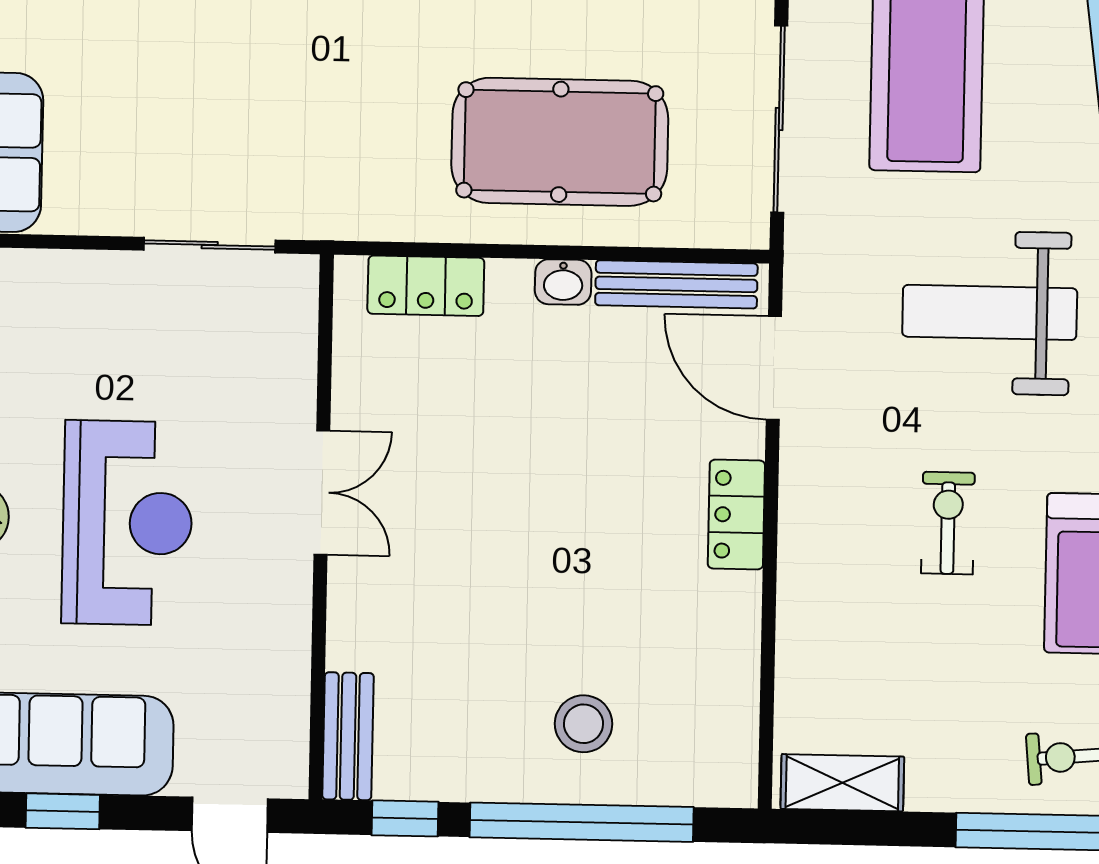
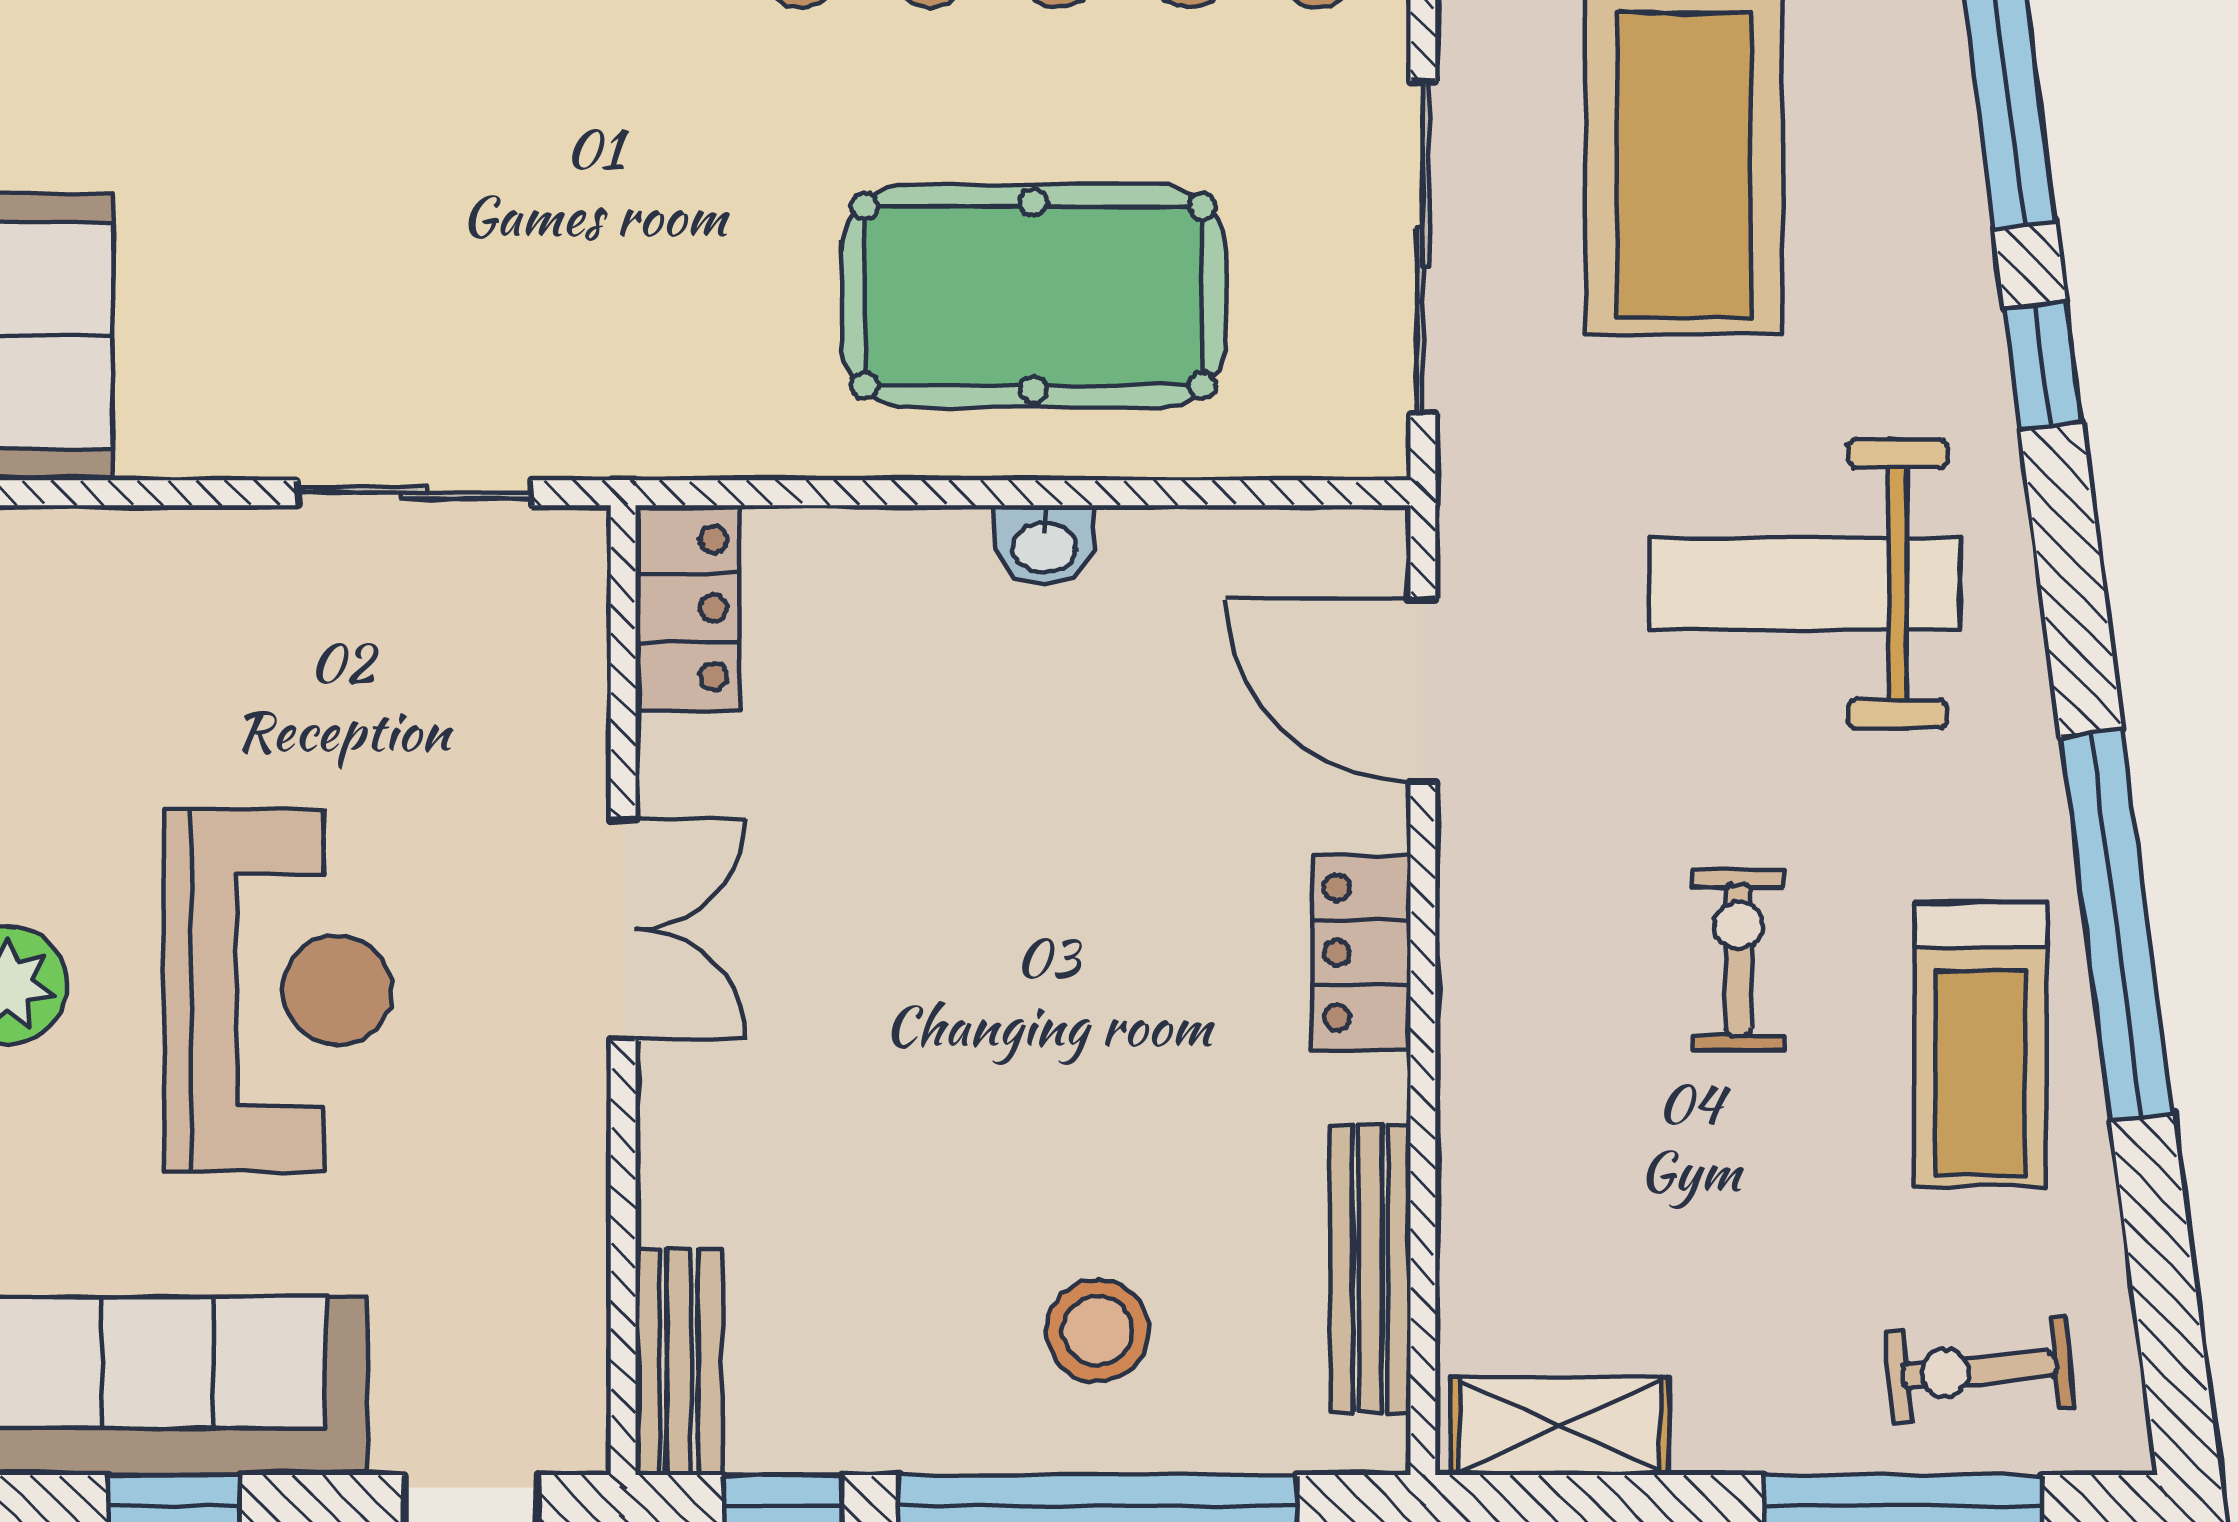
bench: (676, 284) -> (1370, 1269), moved, turned 90
locker: (426, 286) -> (687, 608), moved, turned -90

